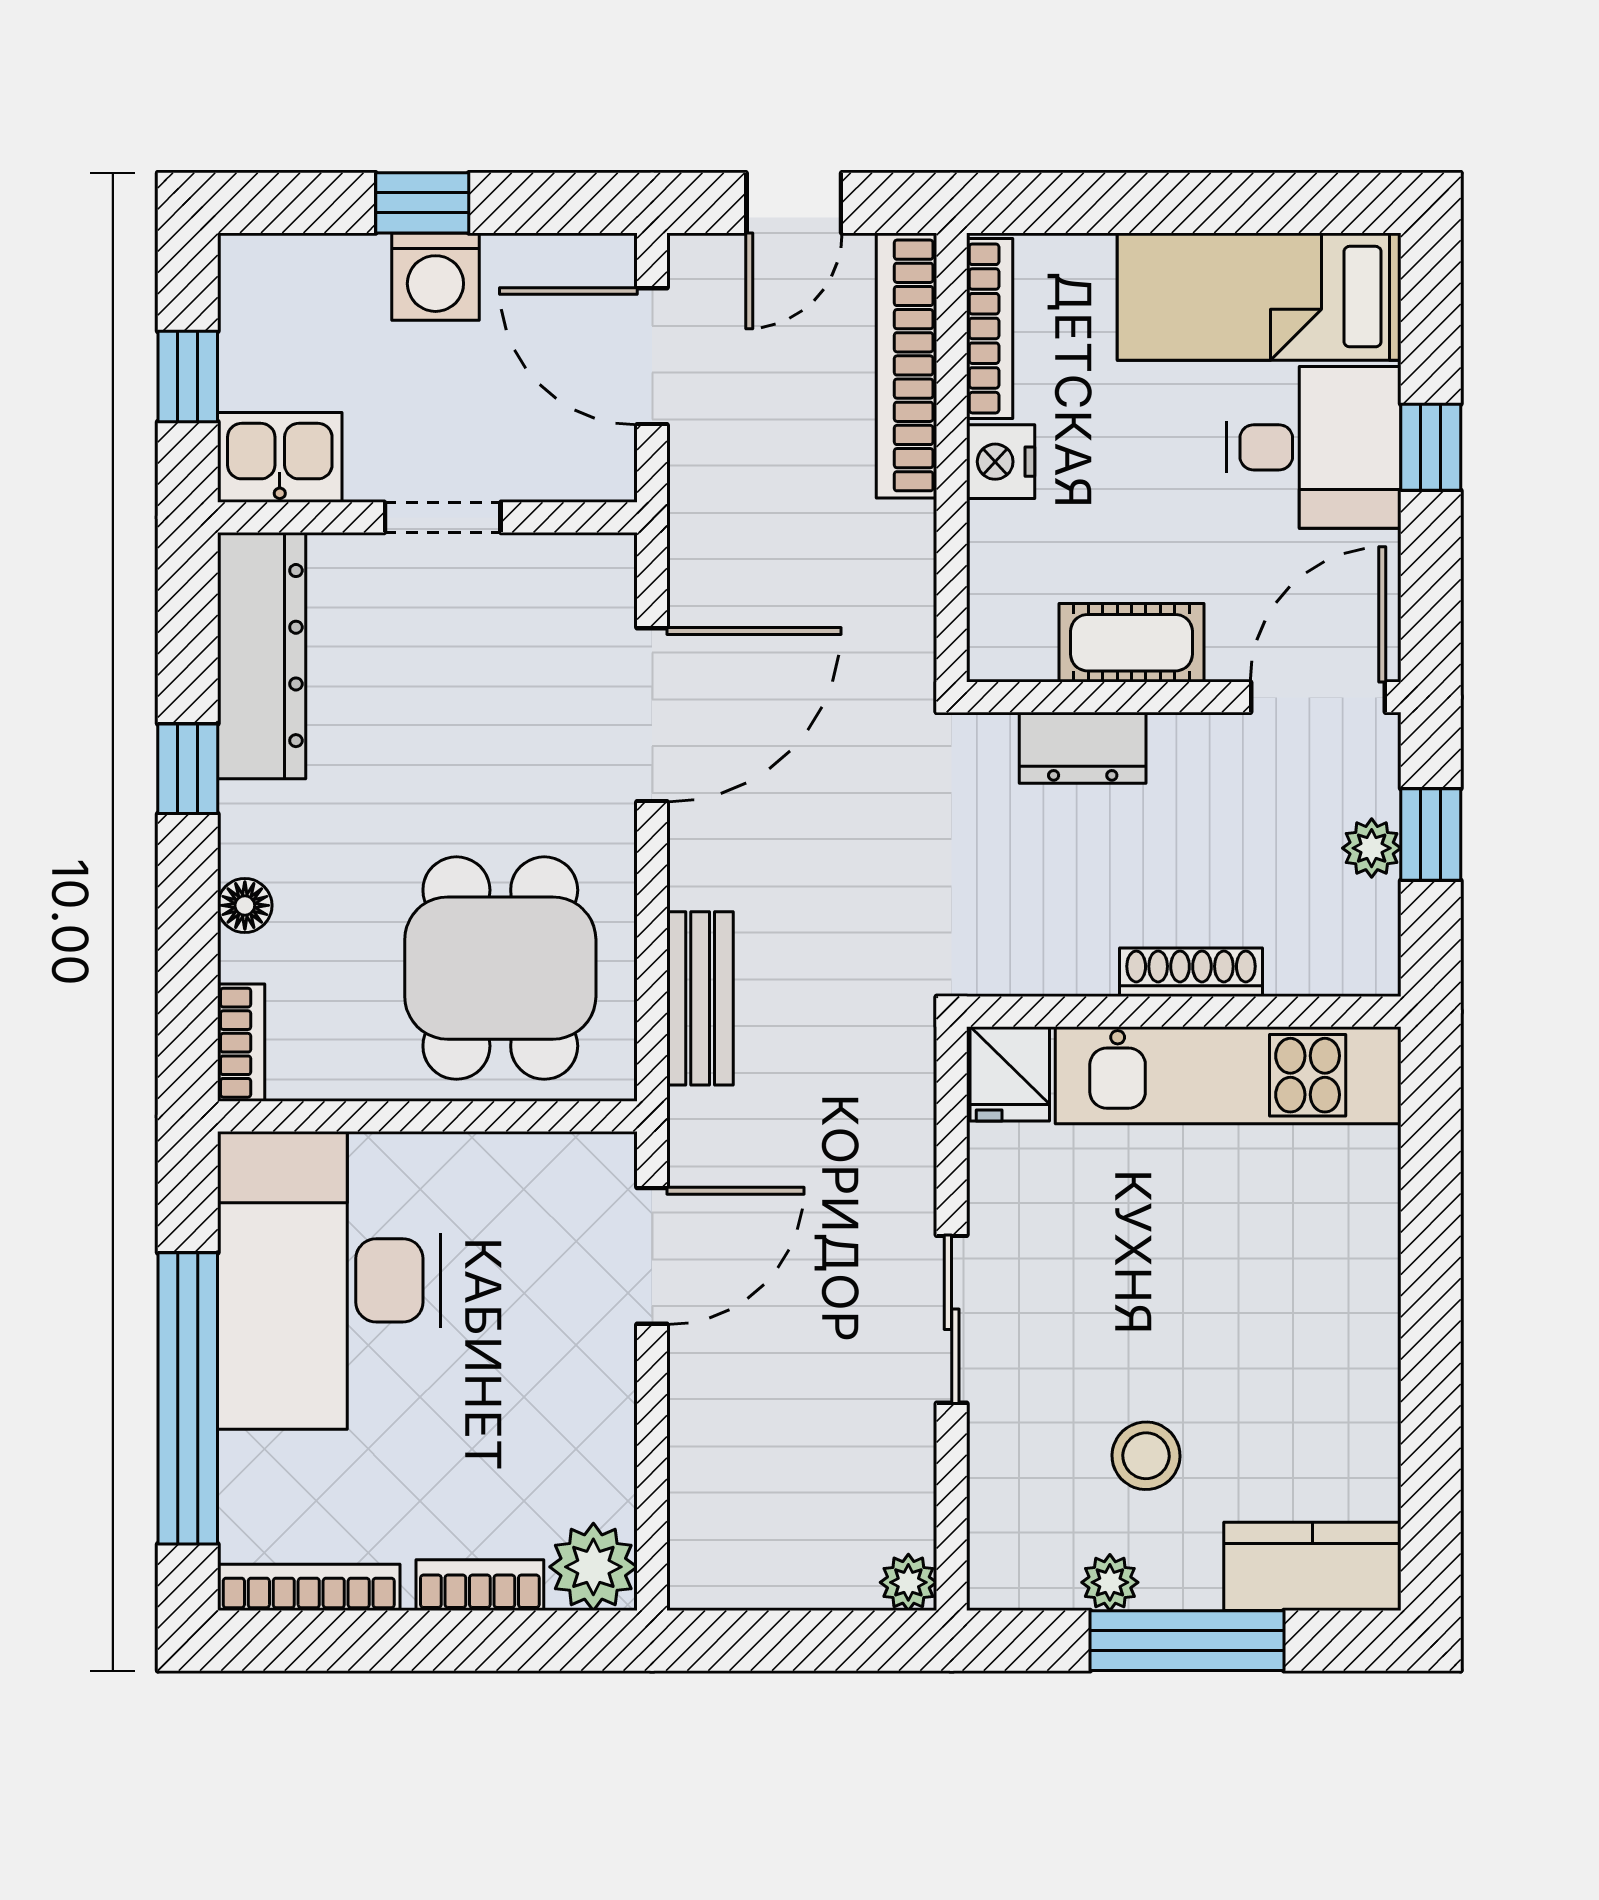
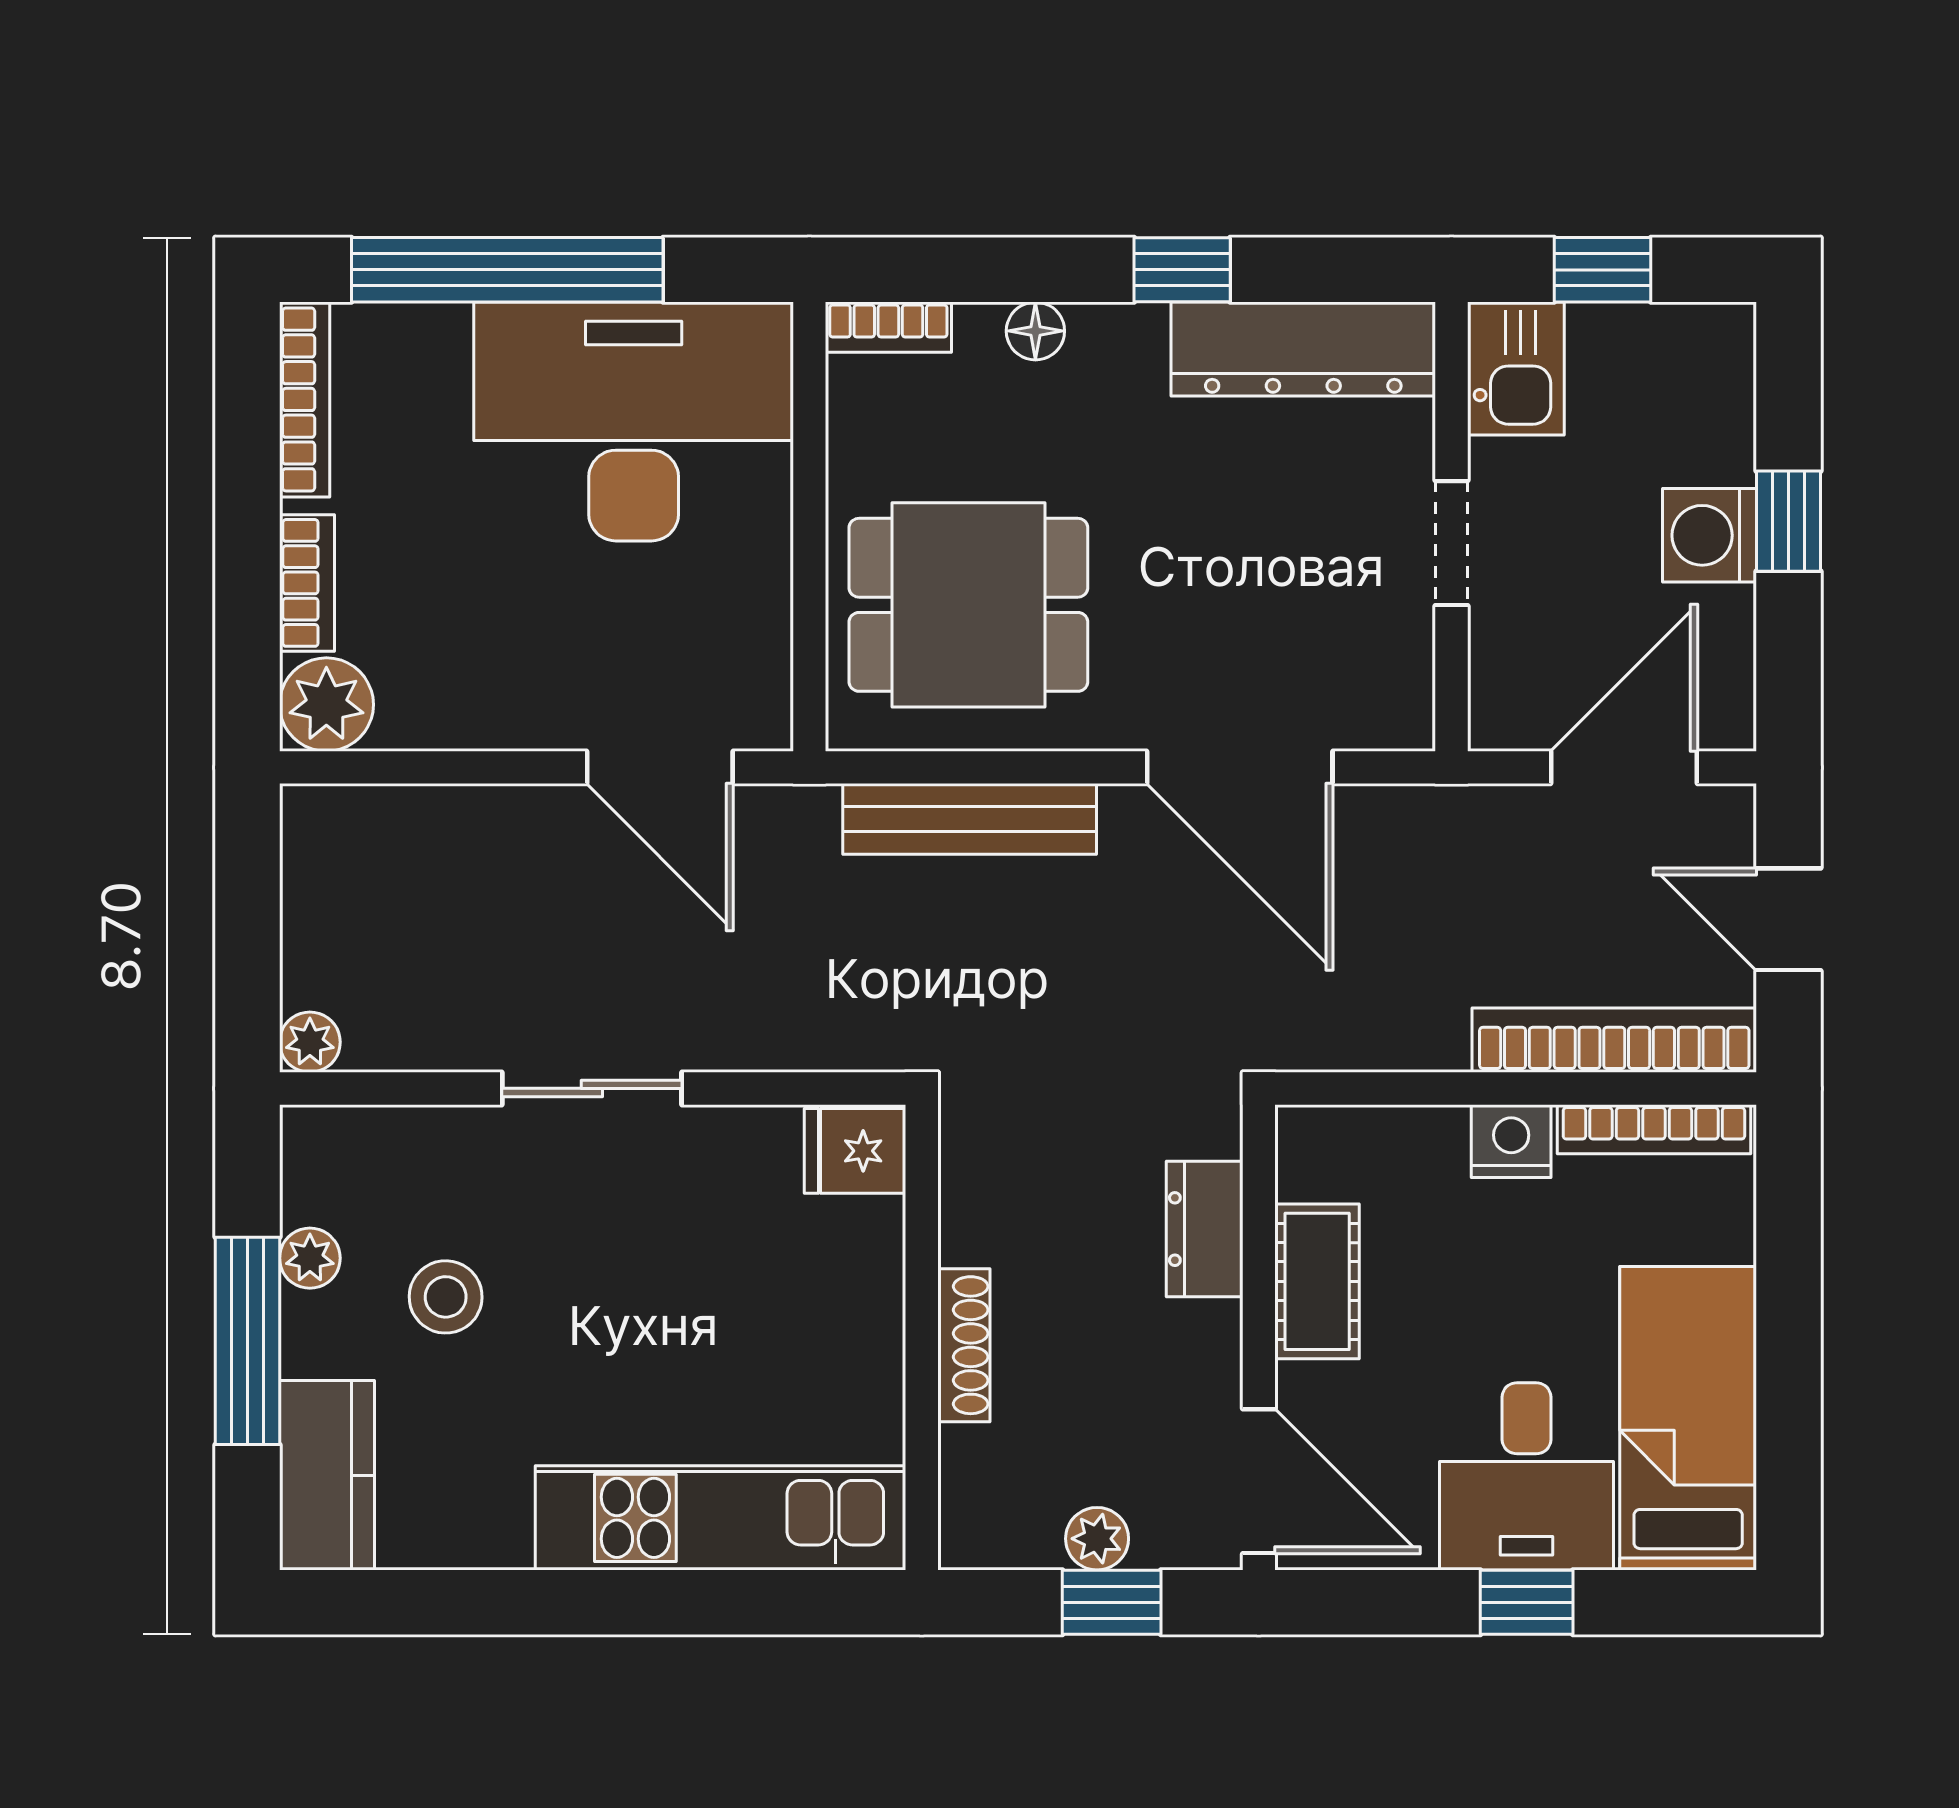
bench: (700, 998) -> (970, 819), width x1.36
kitchen unit: (1228, 1075) -> (721, 1518), moved, turned 90

